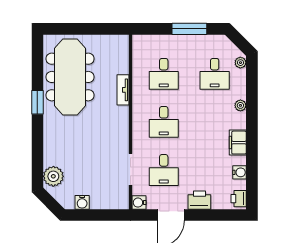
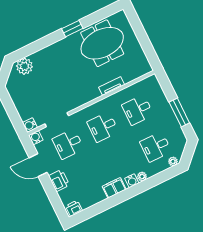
meeting table: (70, 77) -> (102, 43), width x0.73
water cooler: (240, 172) -> (132, 181), moved
water cooler: (82, 202) -> (30, 125), moved

